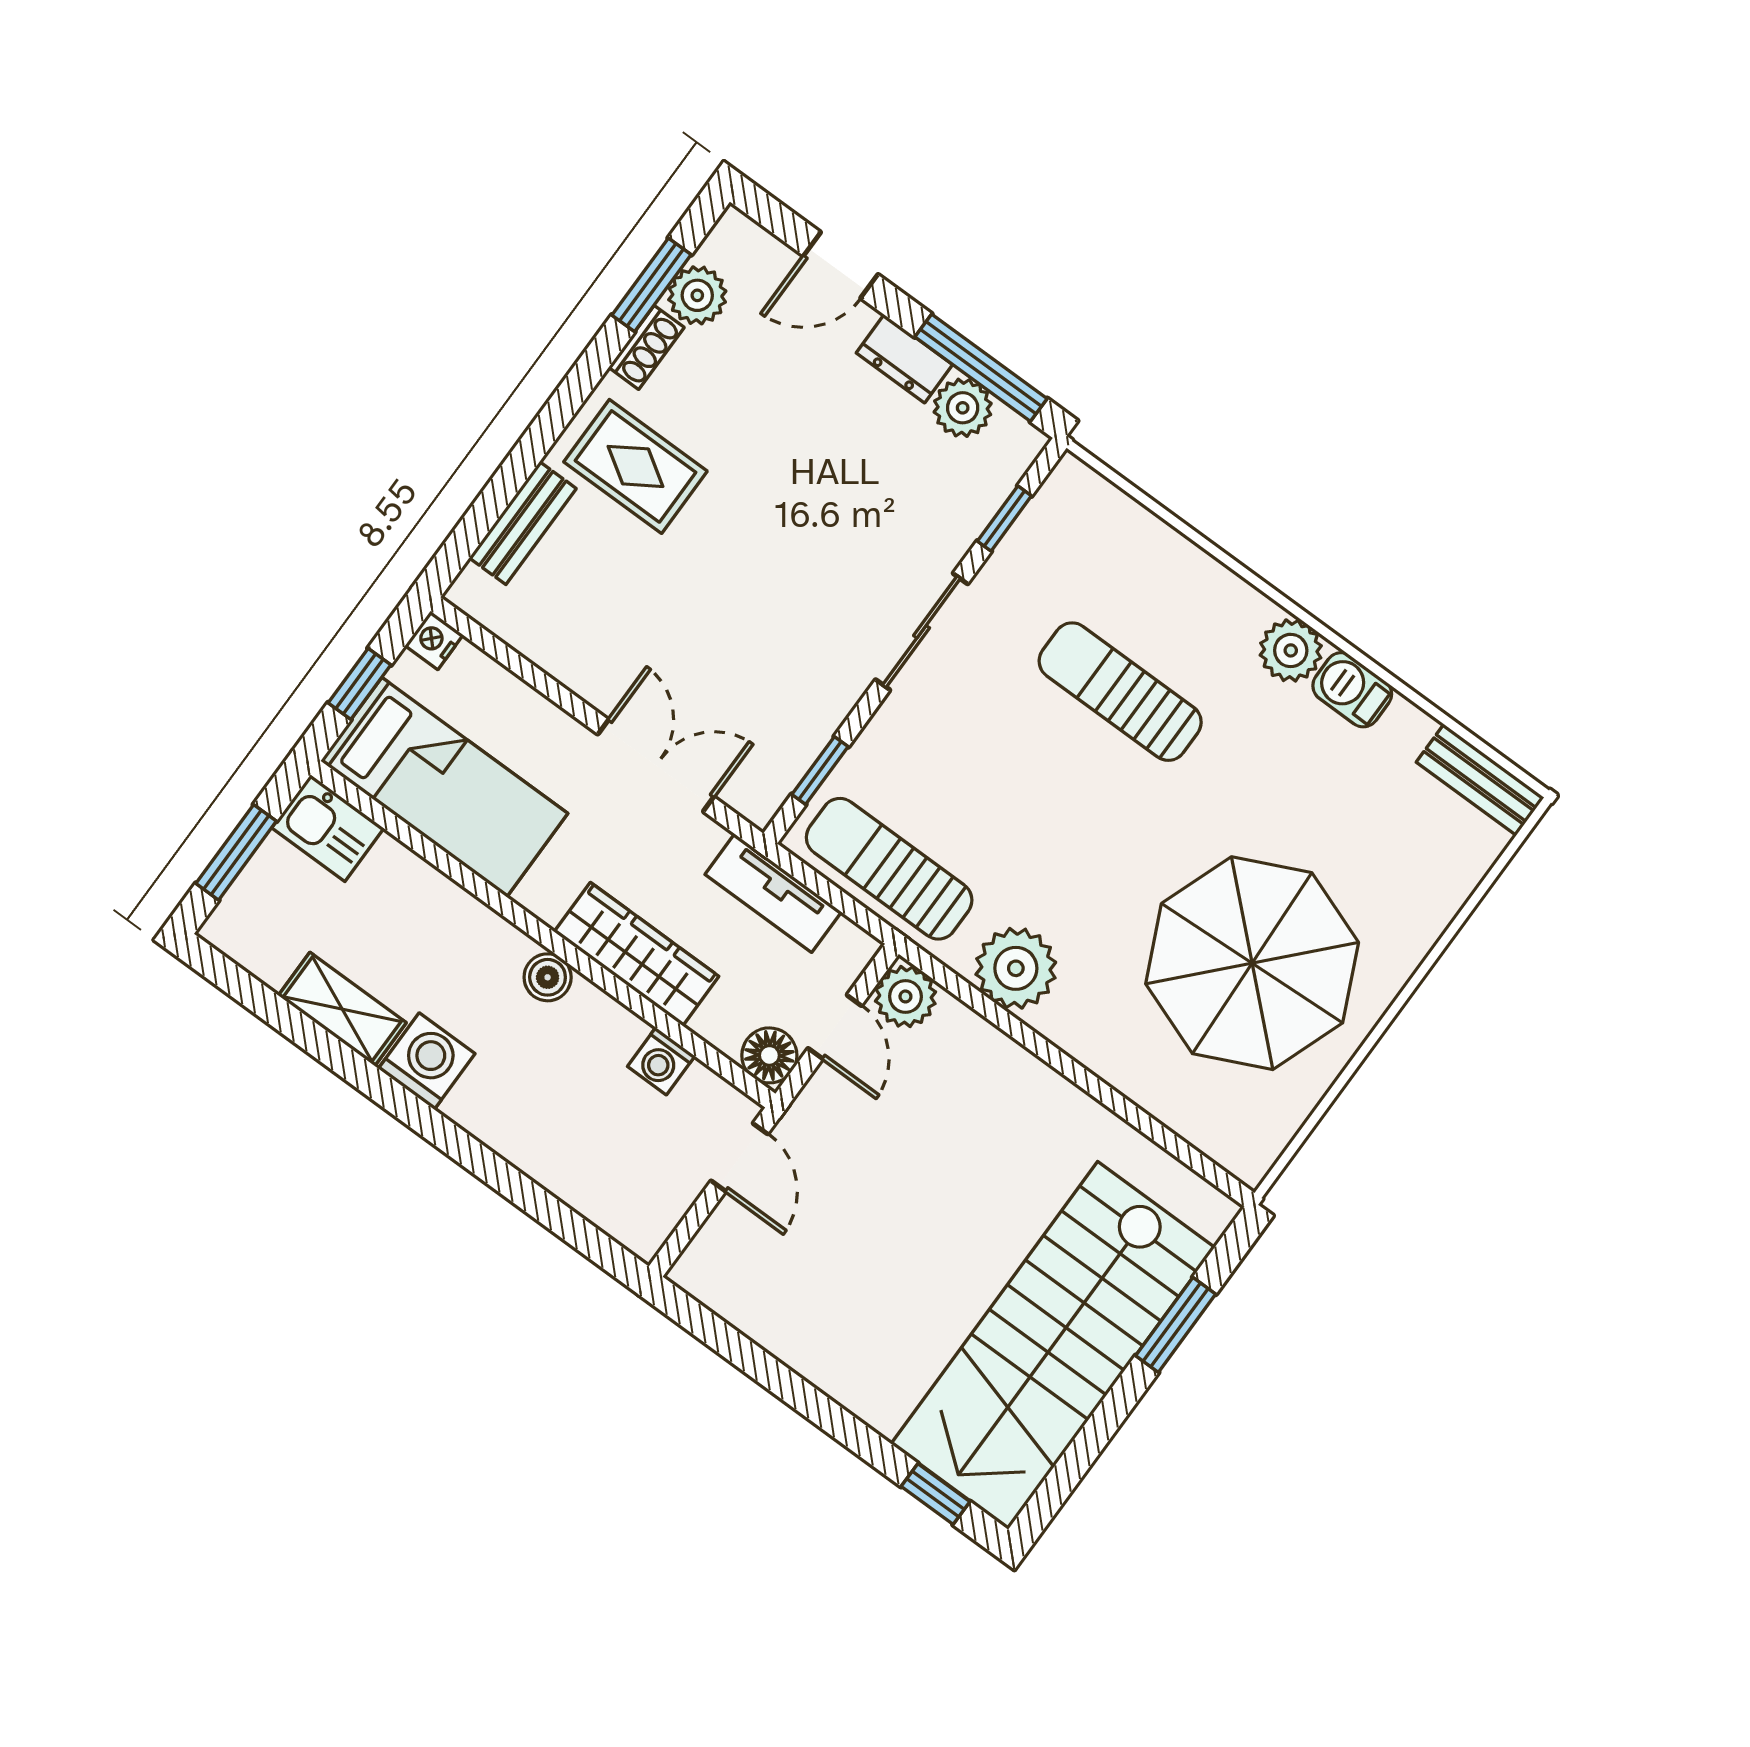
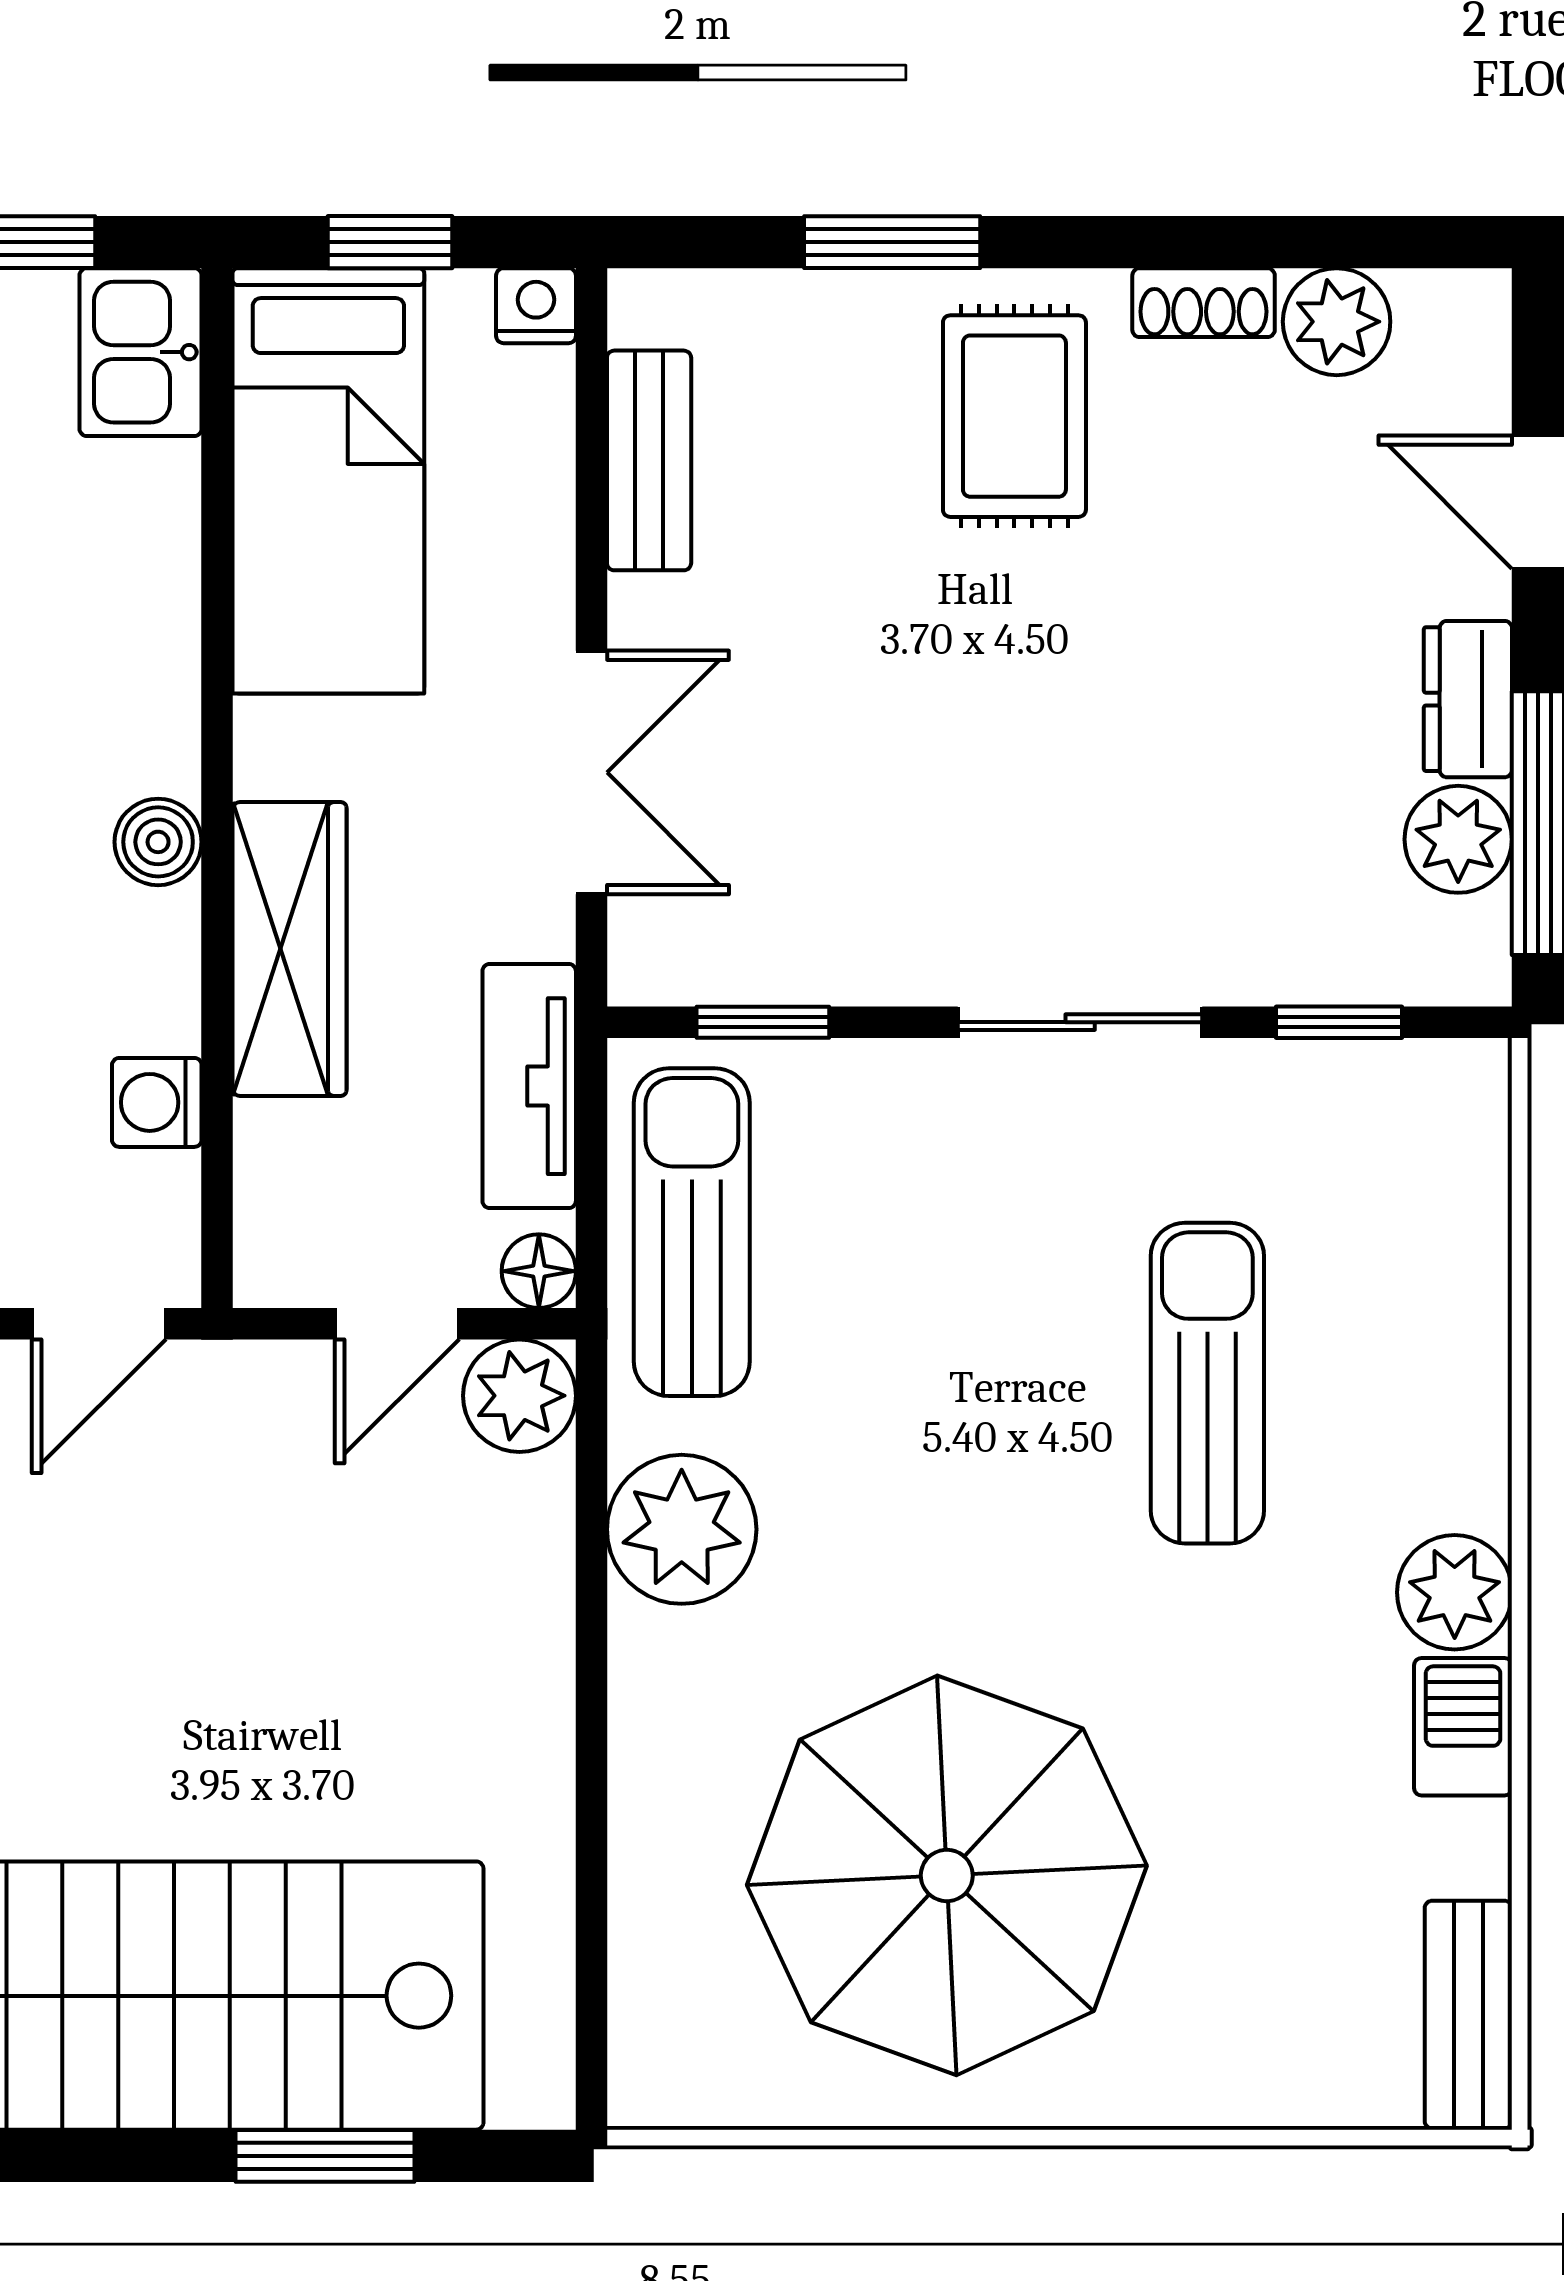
window: (651, 285) -> (892, 242), moved
bench: (523, 523) -> (649, 460), moved, turned 90
floor lamp: (769, 1055) -> (539, 1271), moved, width x0.73, depth x0.73

